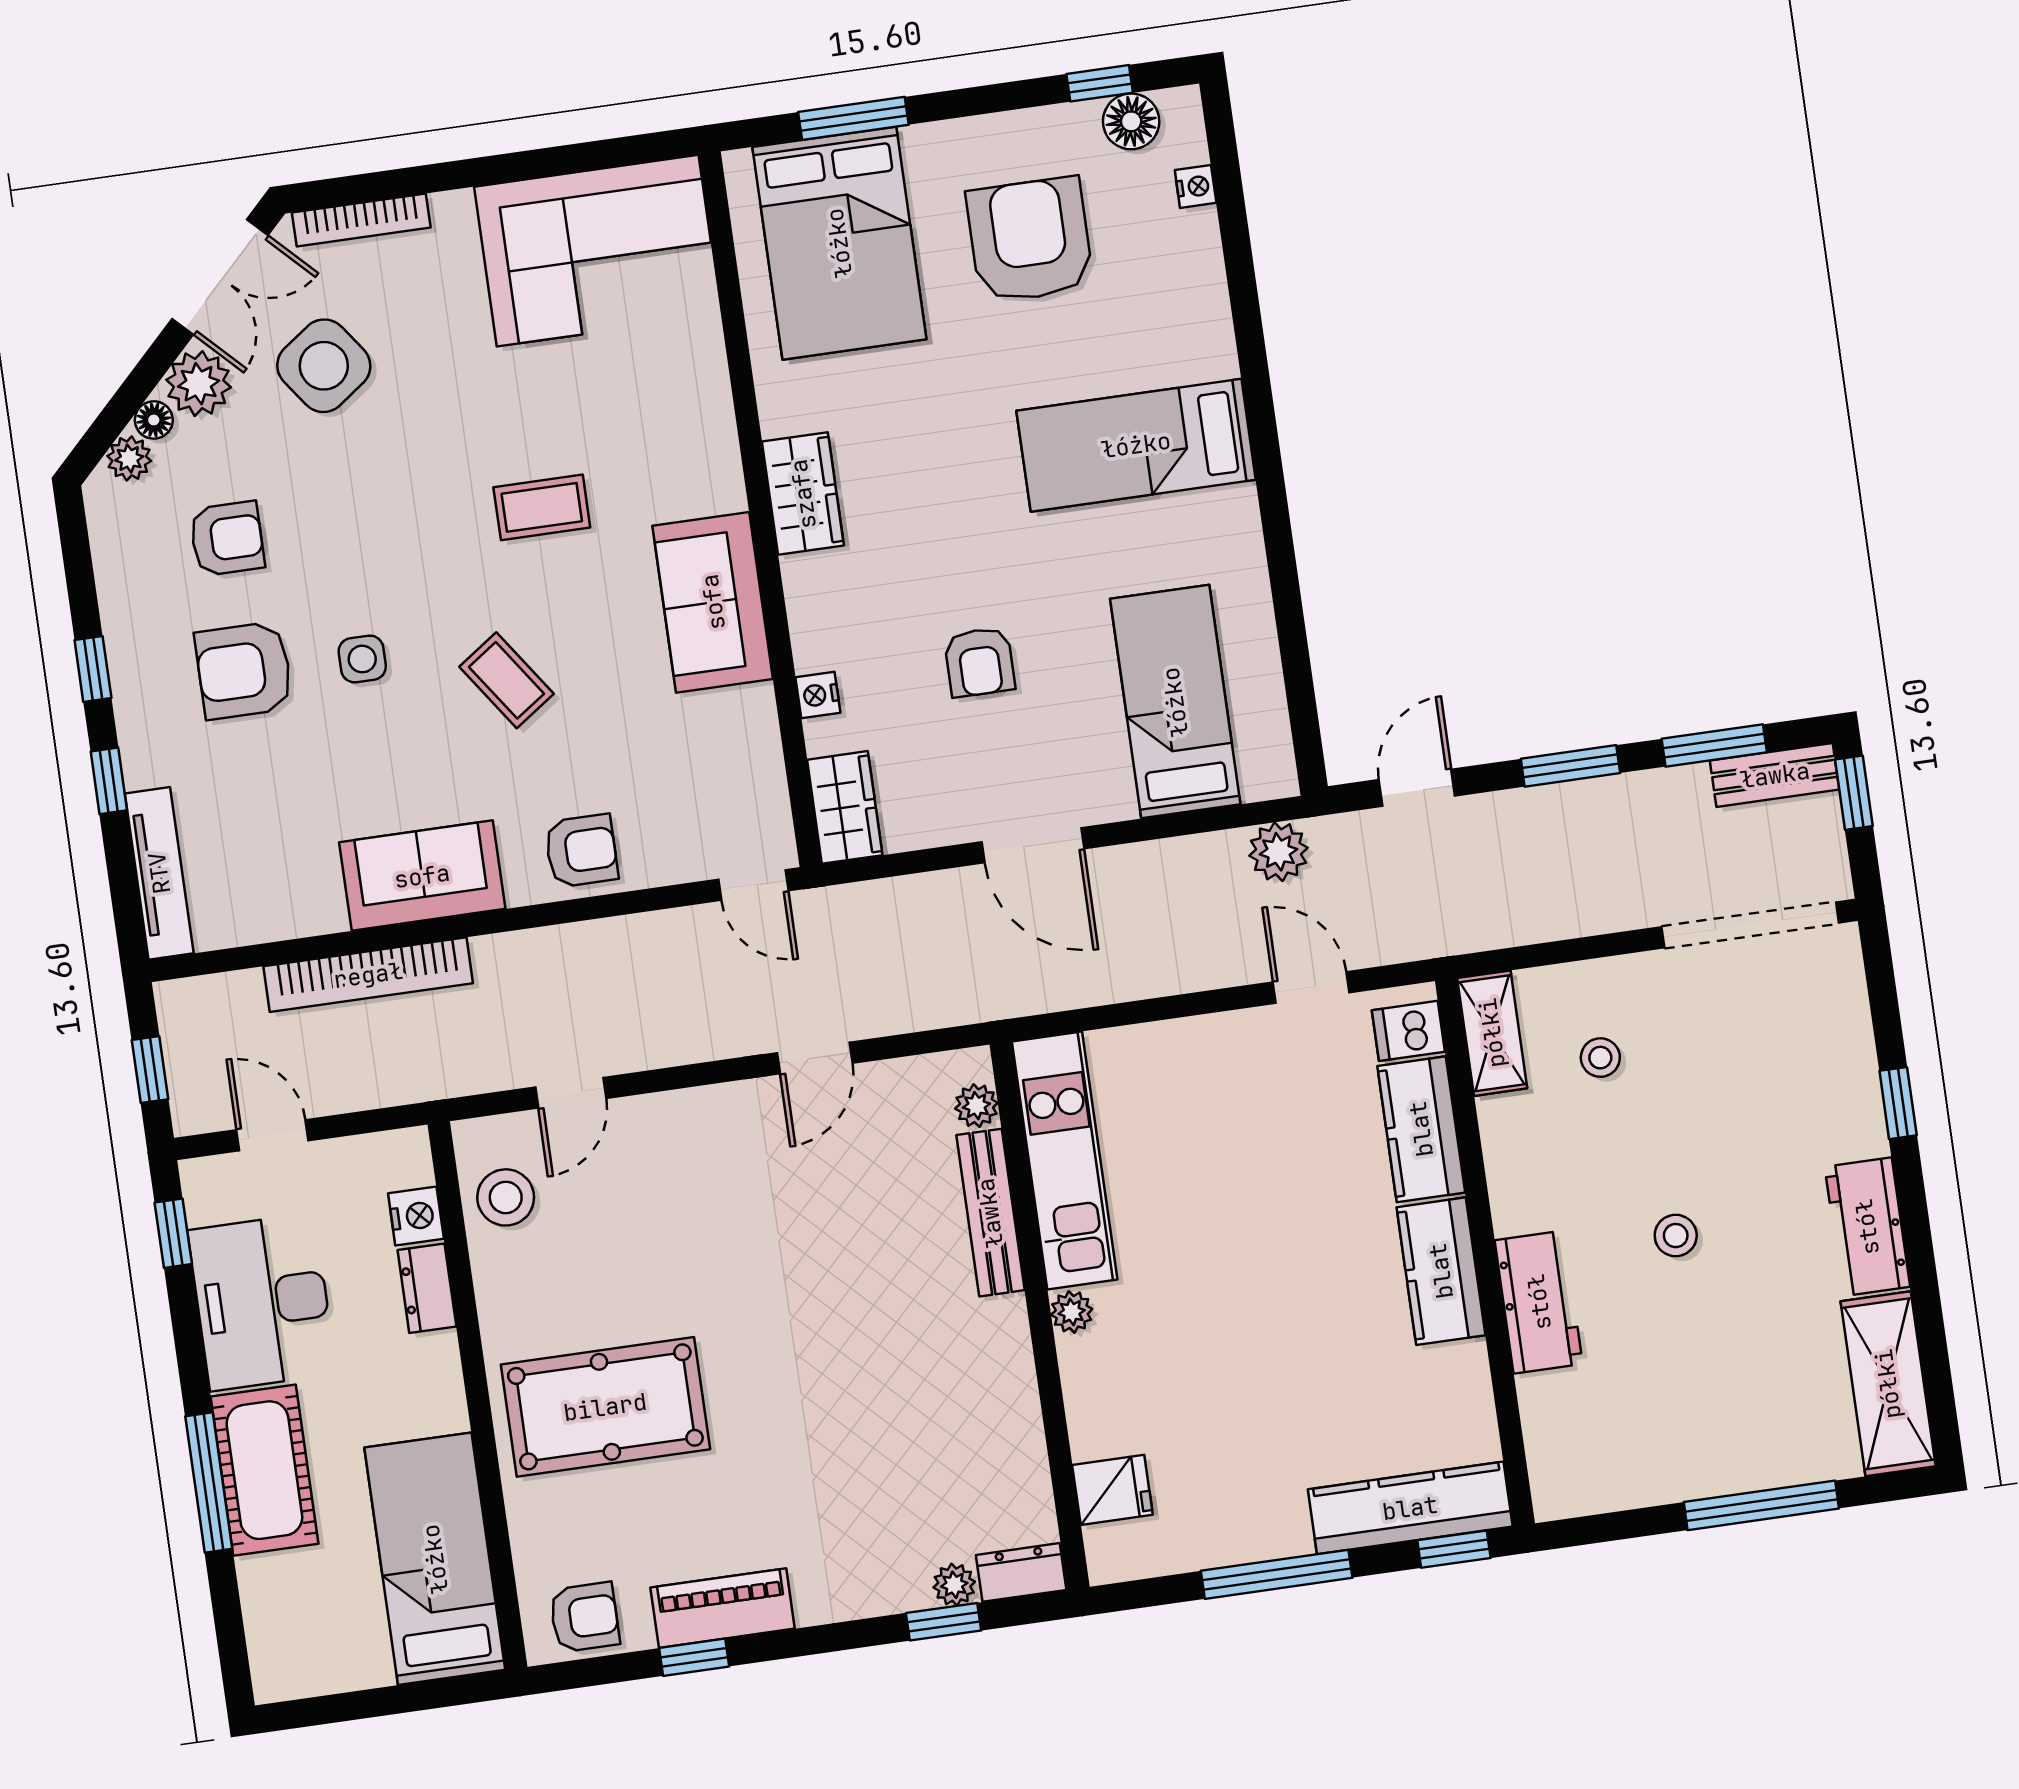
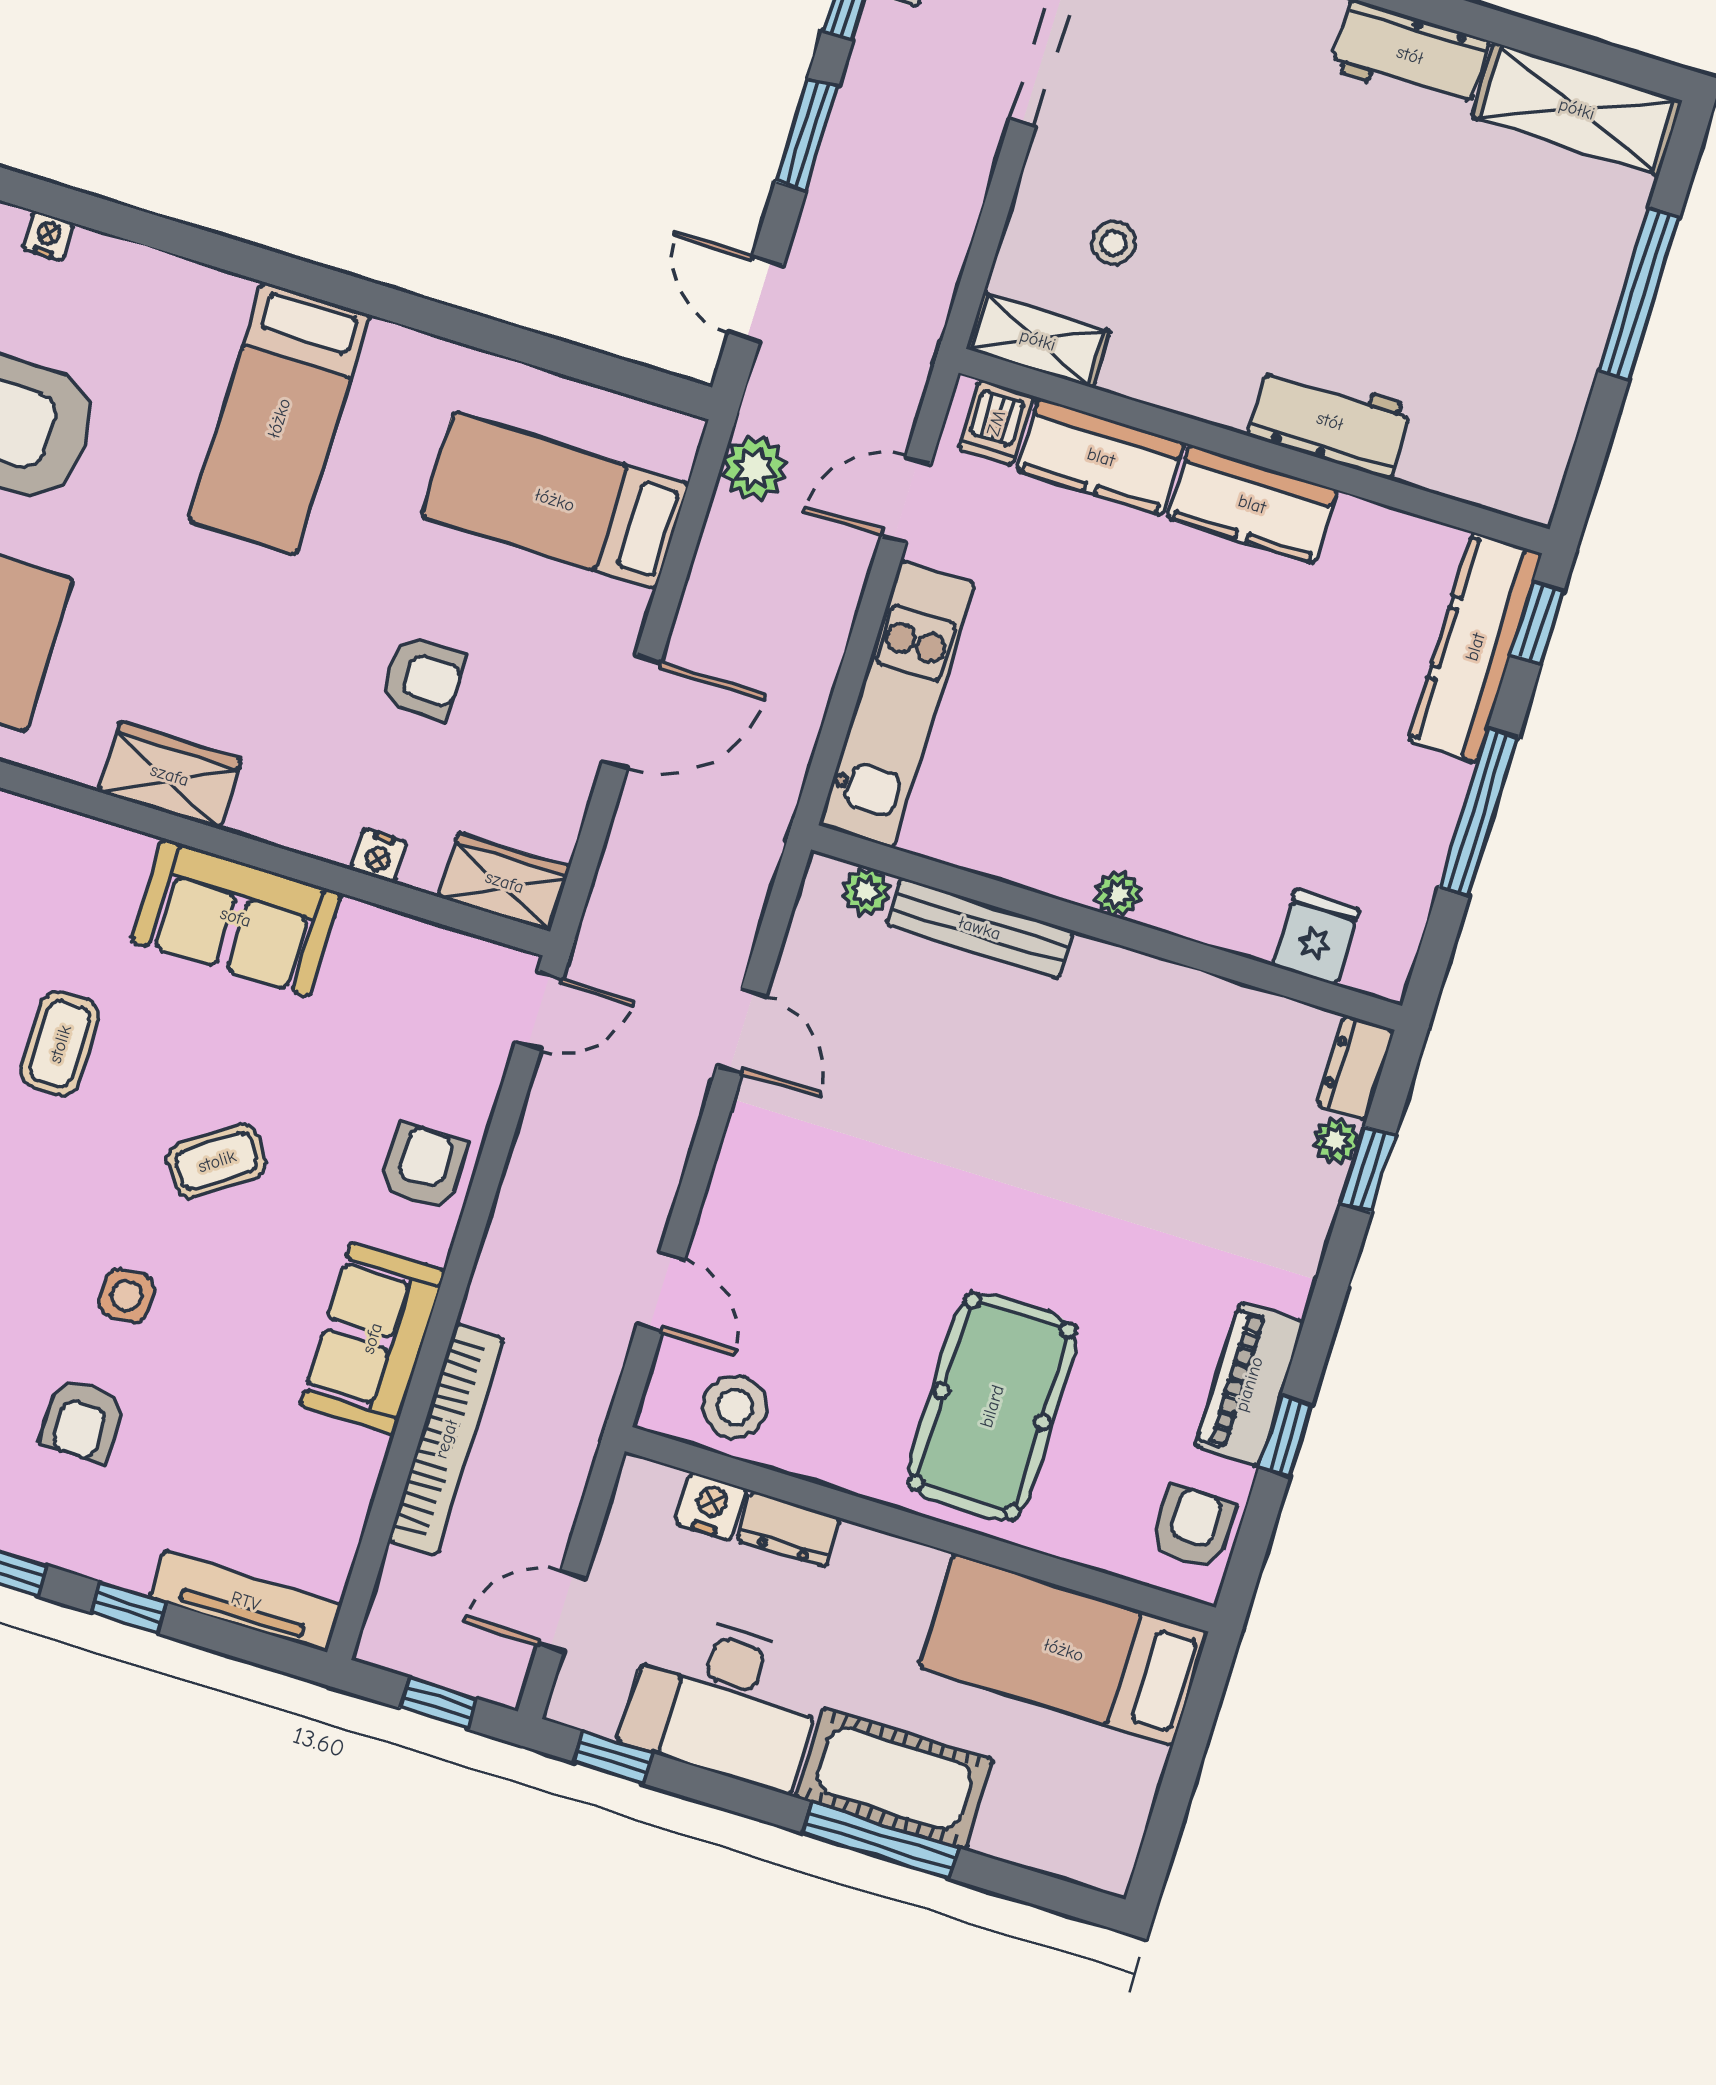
armchair: (244, 670) -> (82, 1420), width x0.72, depth x0.72
kitchen unit: (1065, 1160) -> (897, 704), moved, turned 90
stool: (1676, 1236) -> (1328, 252), removed

